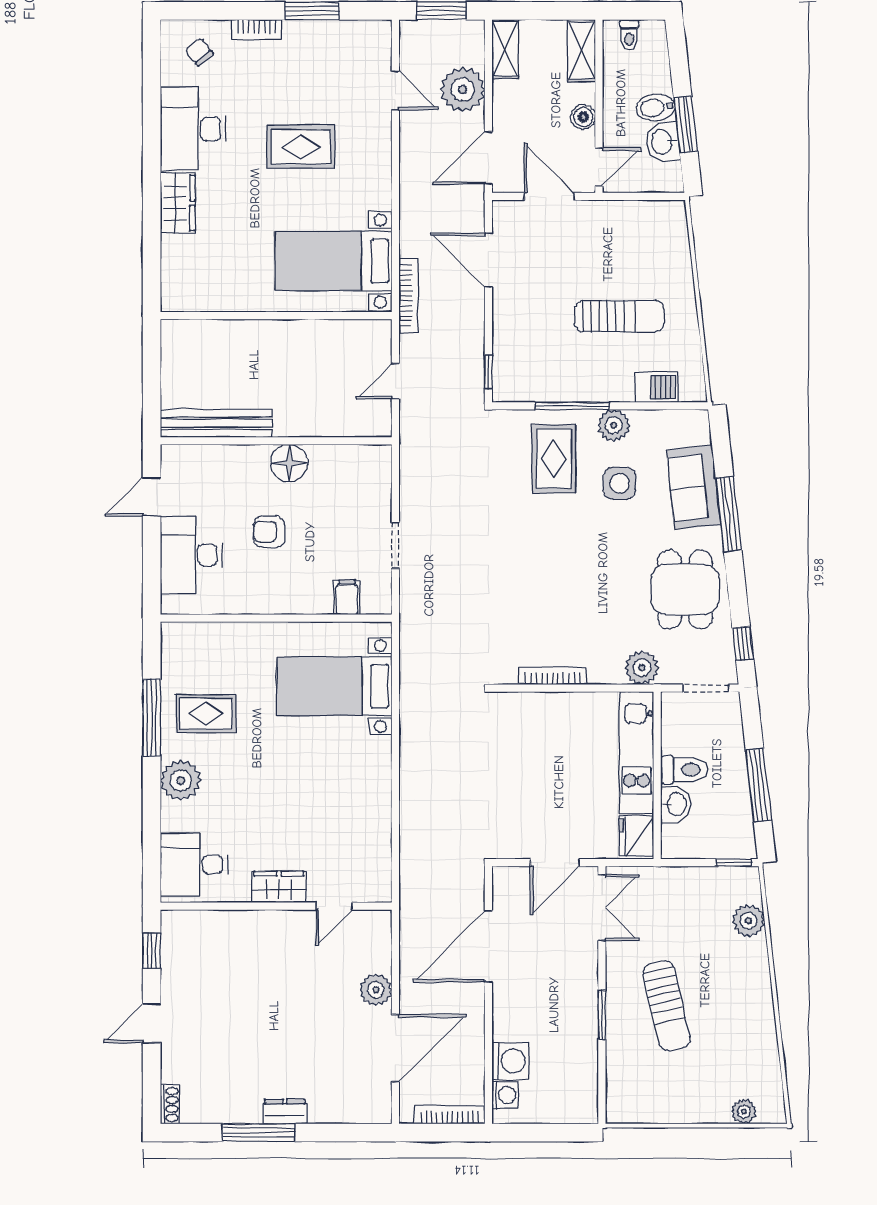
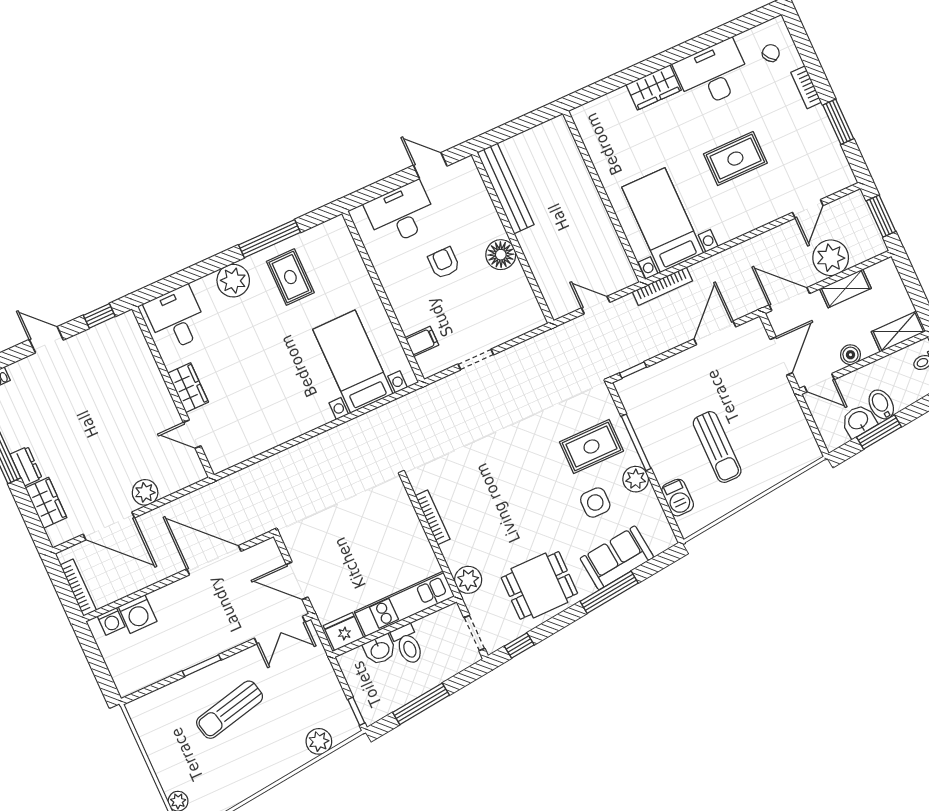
shelving: (505, 49) -> (845, 288), moved
rug: (301, 147) -> (735, 159), turned 90
wardrobe: (337, 1108) -> (46, 503), added

